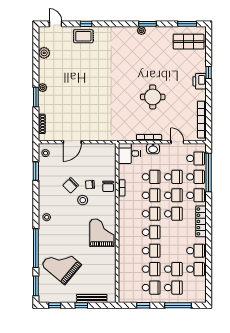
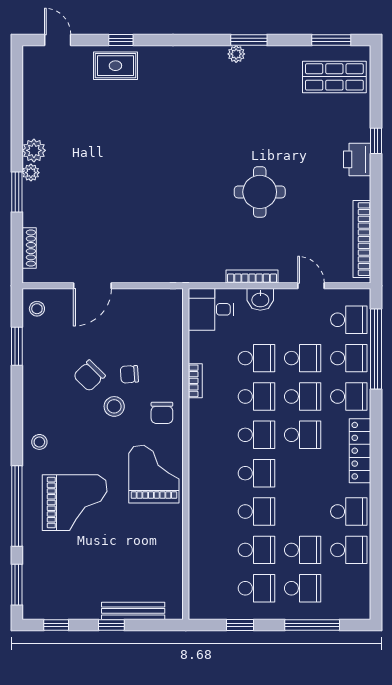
plant: (44, 53) -> (34, 150), moved
chair: (108, 186) -> (162, 413), moved
grand piano: (61, 265) -> (75, 503), moved, turned 140

